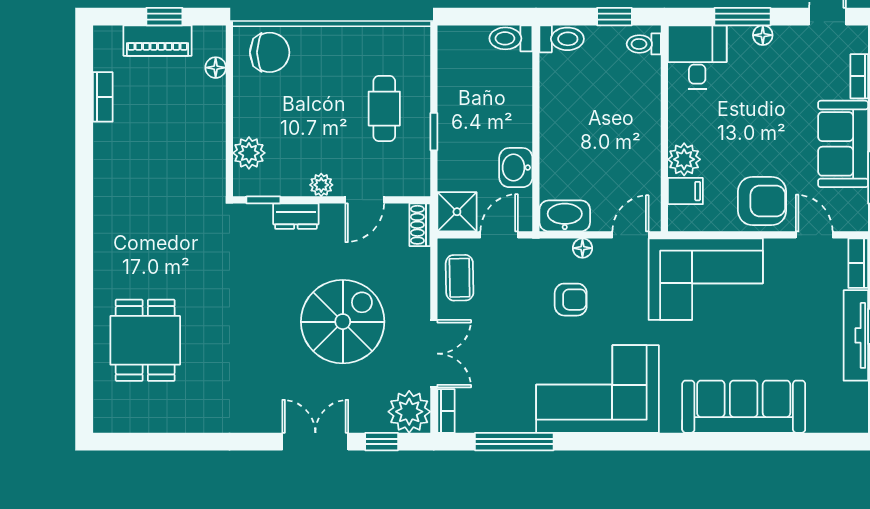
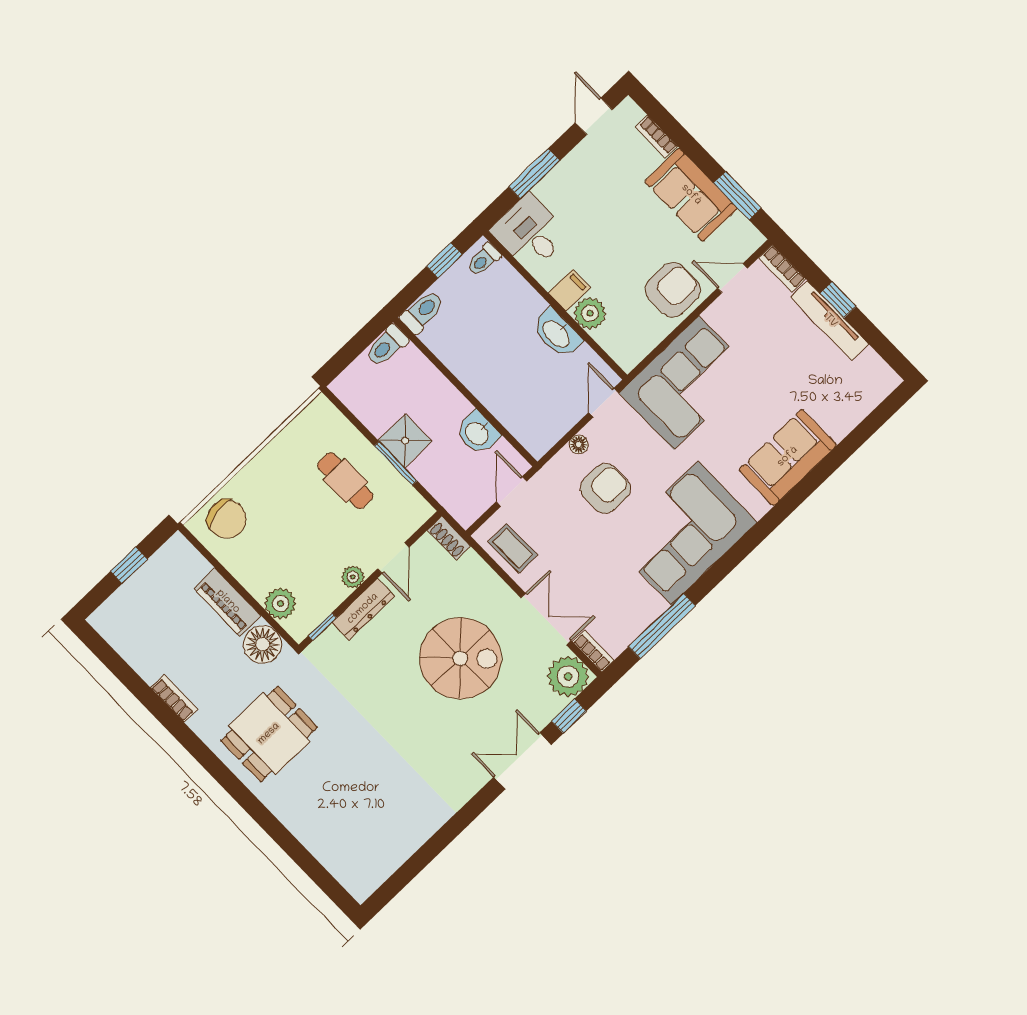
floor lamp: (763, 35) -> (561, 173), removed
piano: (158, 41) -> (228, 602), moved, turned 90
chair: (270, 52) -> (227, 519), turned 80
floor lamp: (216, 68) -> (262, 644), moved, width x1.89, depth x1.89
bookcase: (103, 97) -> (174, 698), moved
window: (434, 132) -> (396, 463), width x1.50
filing cabinet: (685, 191) -> (569, 290), moved
shower: (457, 212) -> (405, 441), moved
dresser: (296, 216) -> (363, 609), width x1.44
washbasin: (565, 216) -> (557, 333), moved, turned -90
armchair: (571, 300) -> (605, 488), width x1.38, depth x1.38
spiral stairs: (343, 322) -> (460, 658), turned 90
dining table: (145, 340) -> (269, 734), moved, turned 90
sofa: (744, 407) -> (788, 457), width x0.73

